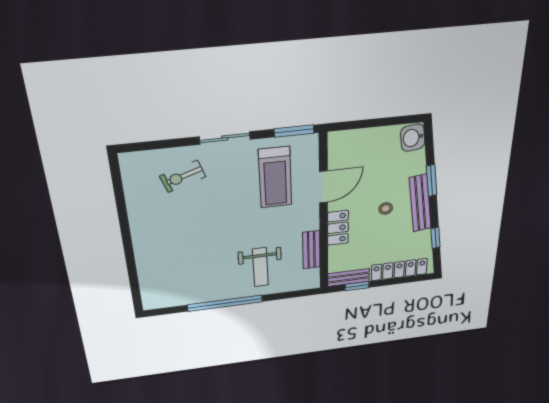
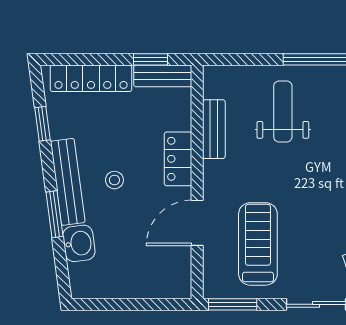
washbasin: (413, 138) -> (79, 243), moved

